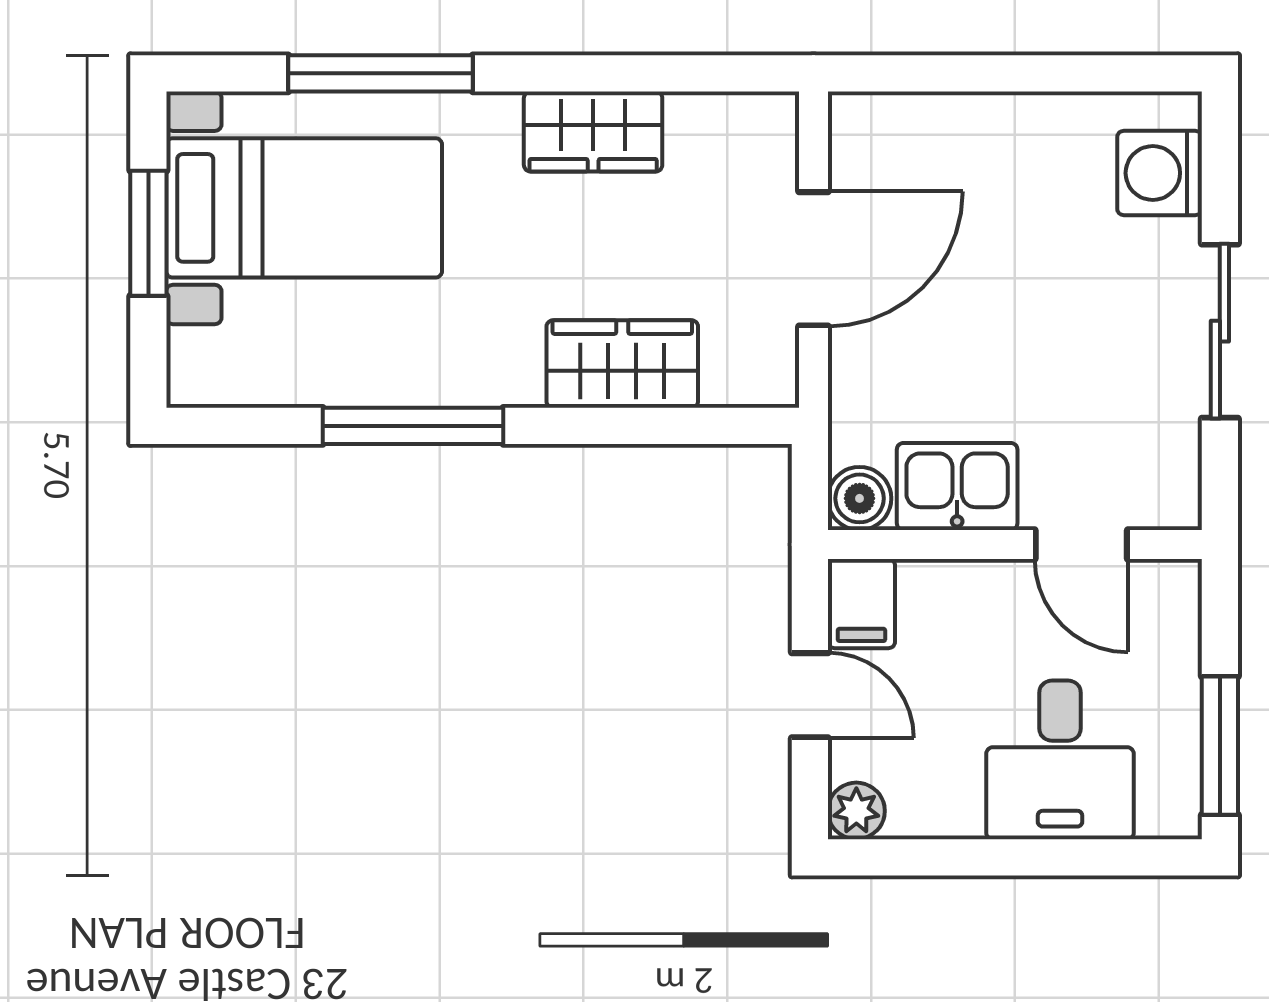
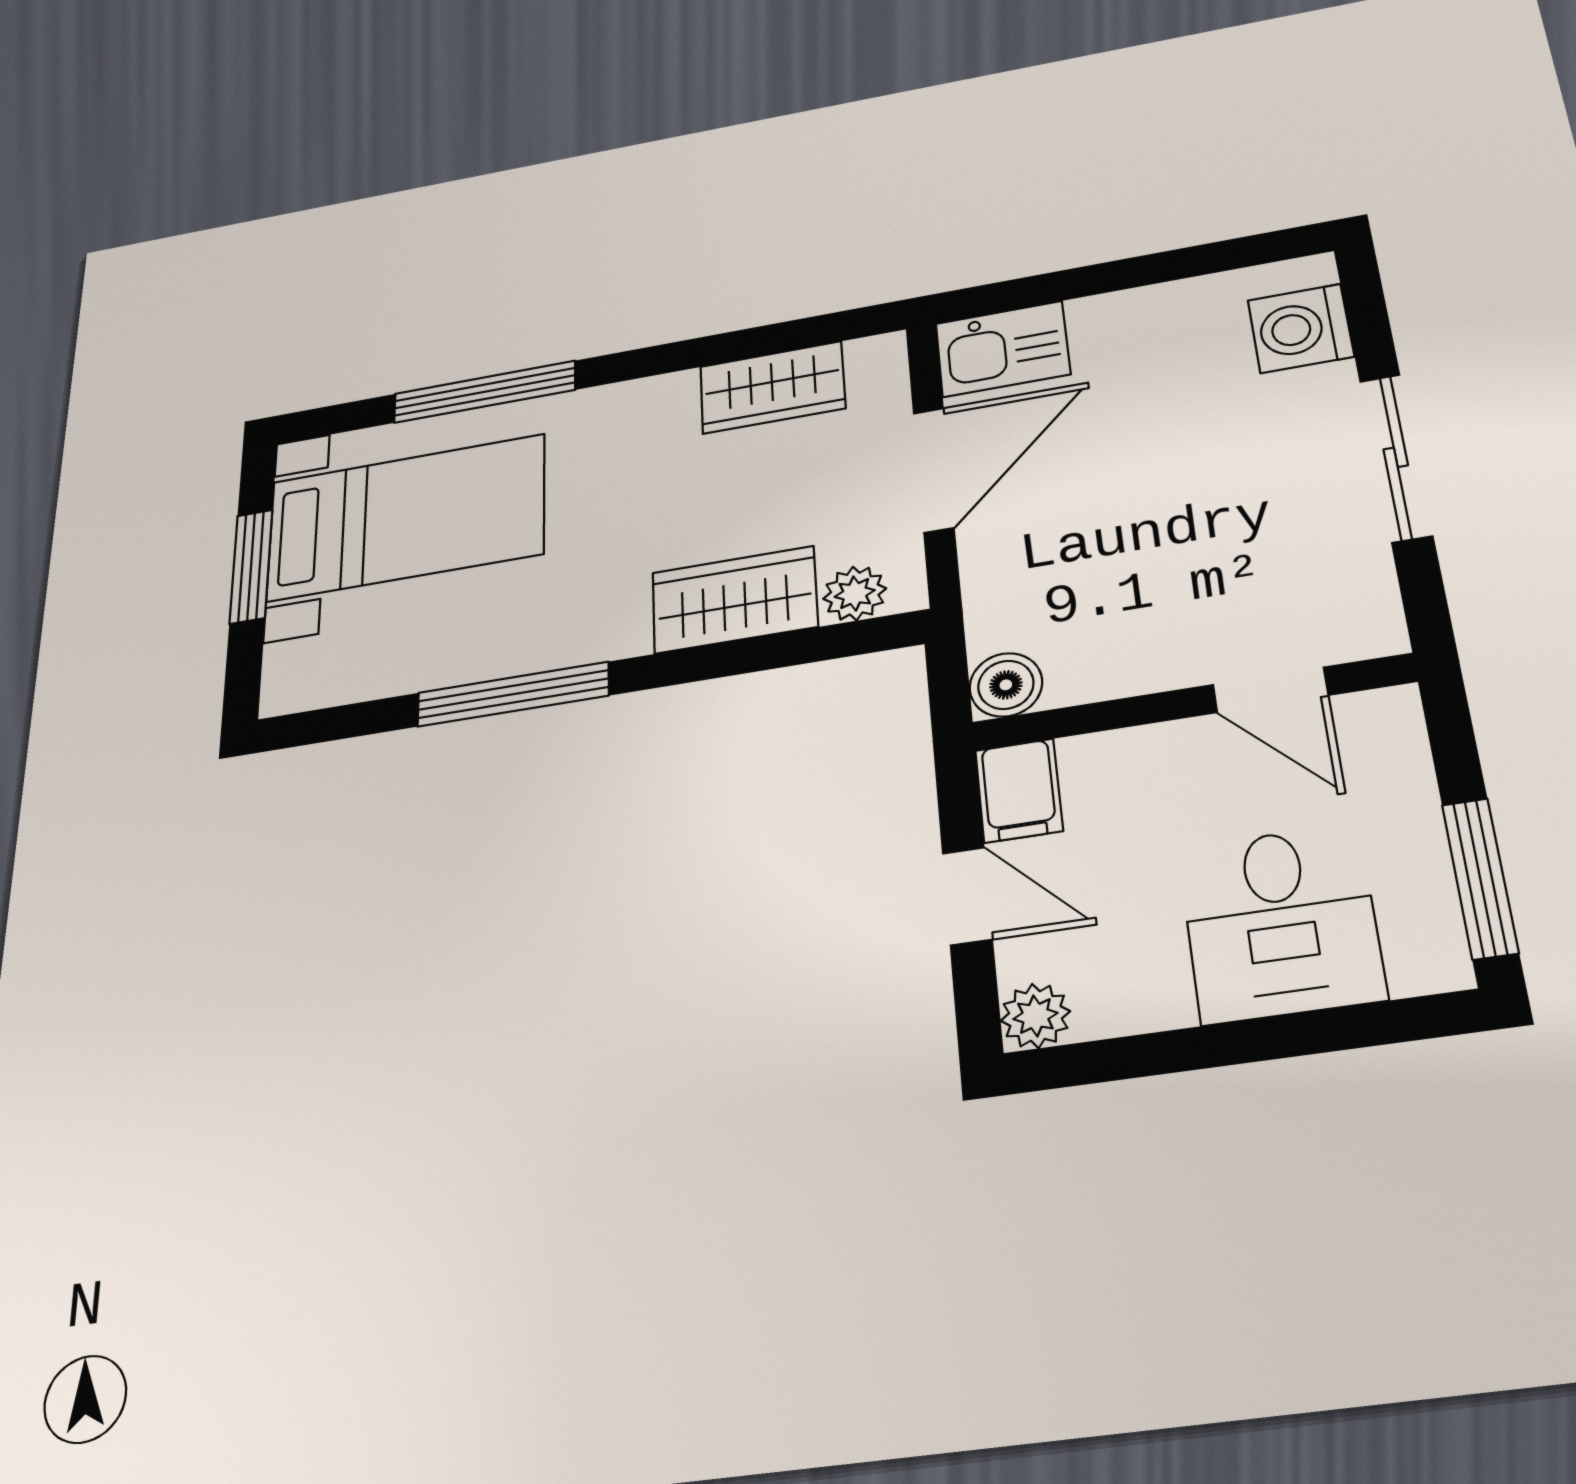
wardrobe: (593, 132) -> (772, 387), moved
plant: (733, 379) -> (855, 594), added
kitchen sink: (957, 486) -> (1002, 349), moved, turned 180

